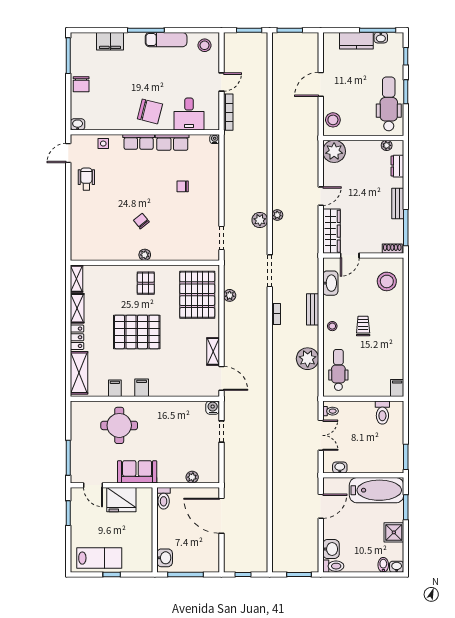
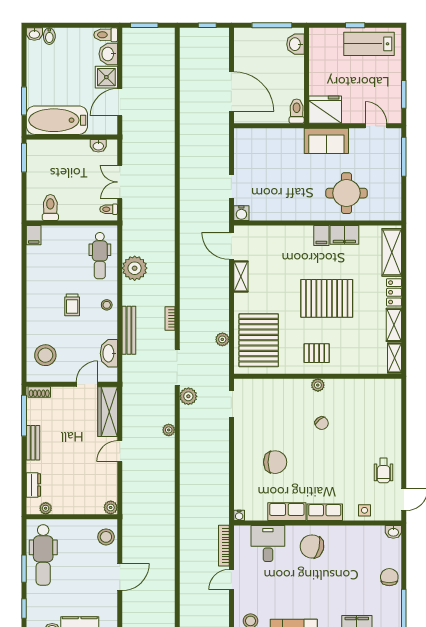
plant: (334, 151) -> (111, 507), width x0.53, depth x0.53
chair: (183, 186) -> (275, 462), width x1.87, depth x1.87
plant: (260, 220) -> (188, 396), moved
pallet: (146, 283) -> (317, 353), turned 90
bench: (313, 309) -> (129, 330), width x1.36
filing cabinet: (115, 388) -> (344, 235), width x2.00
plant: (192, 477) -> (264, 135), removed
fridge: (121, 500) -> (325, 110), moved
shower: (394, 532) -> (106, 77), moved

